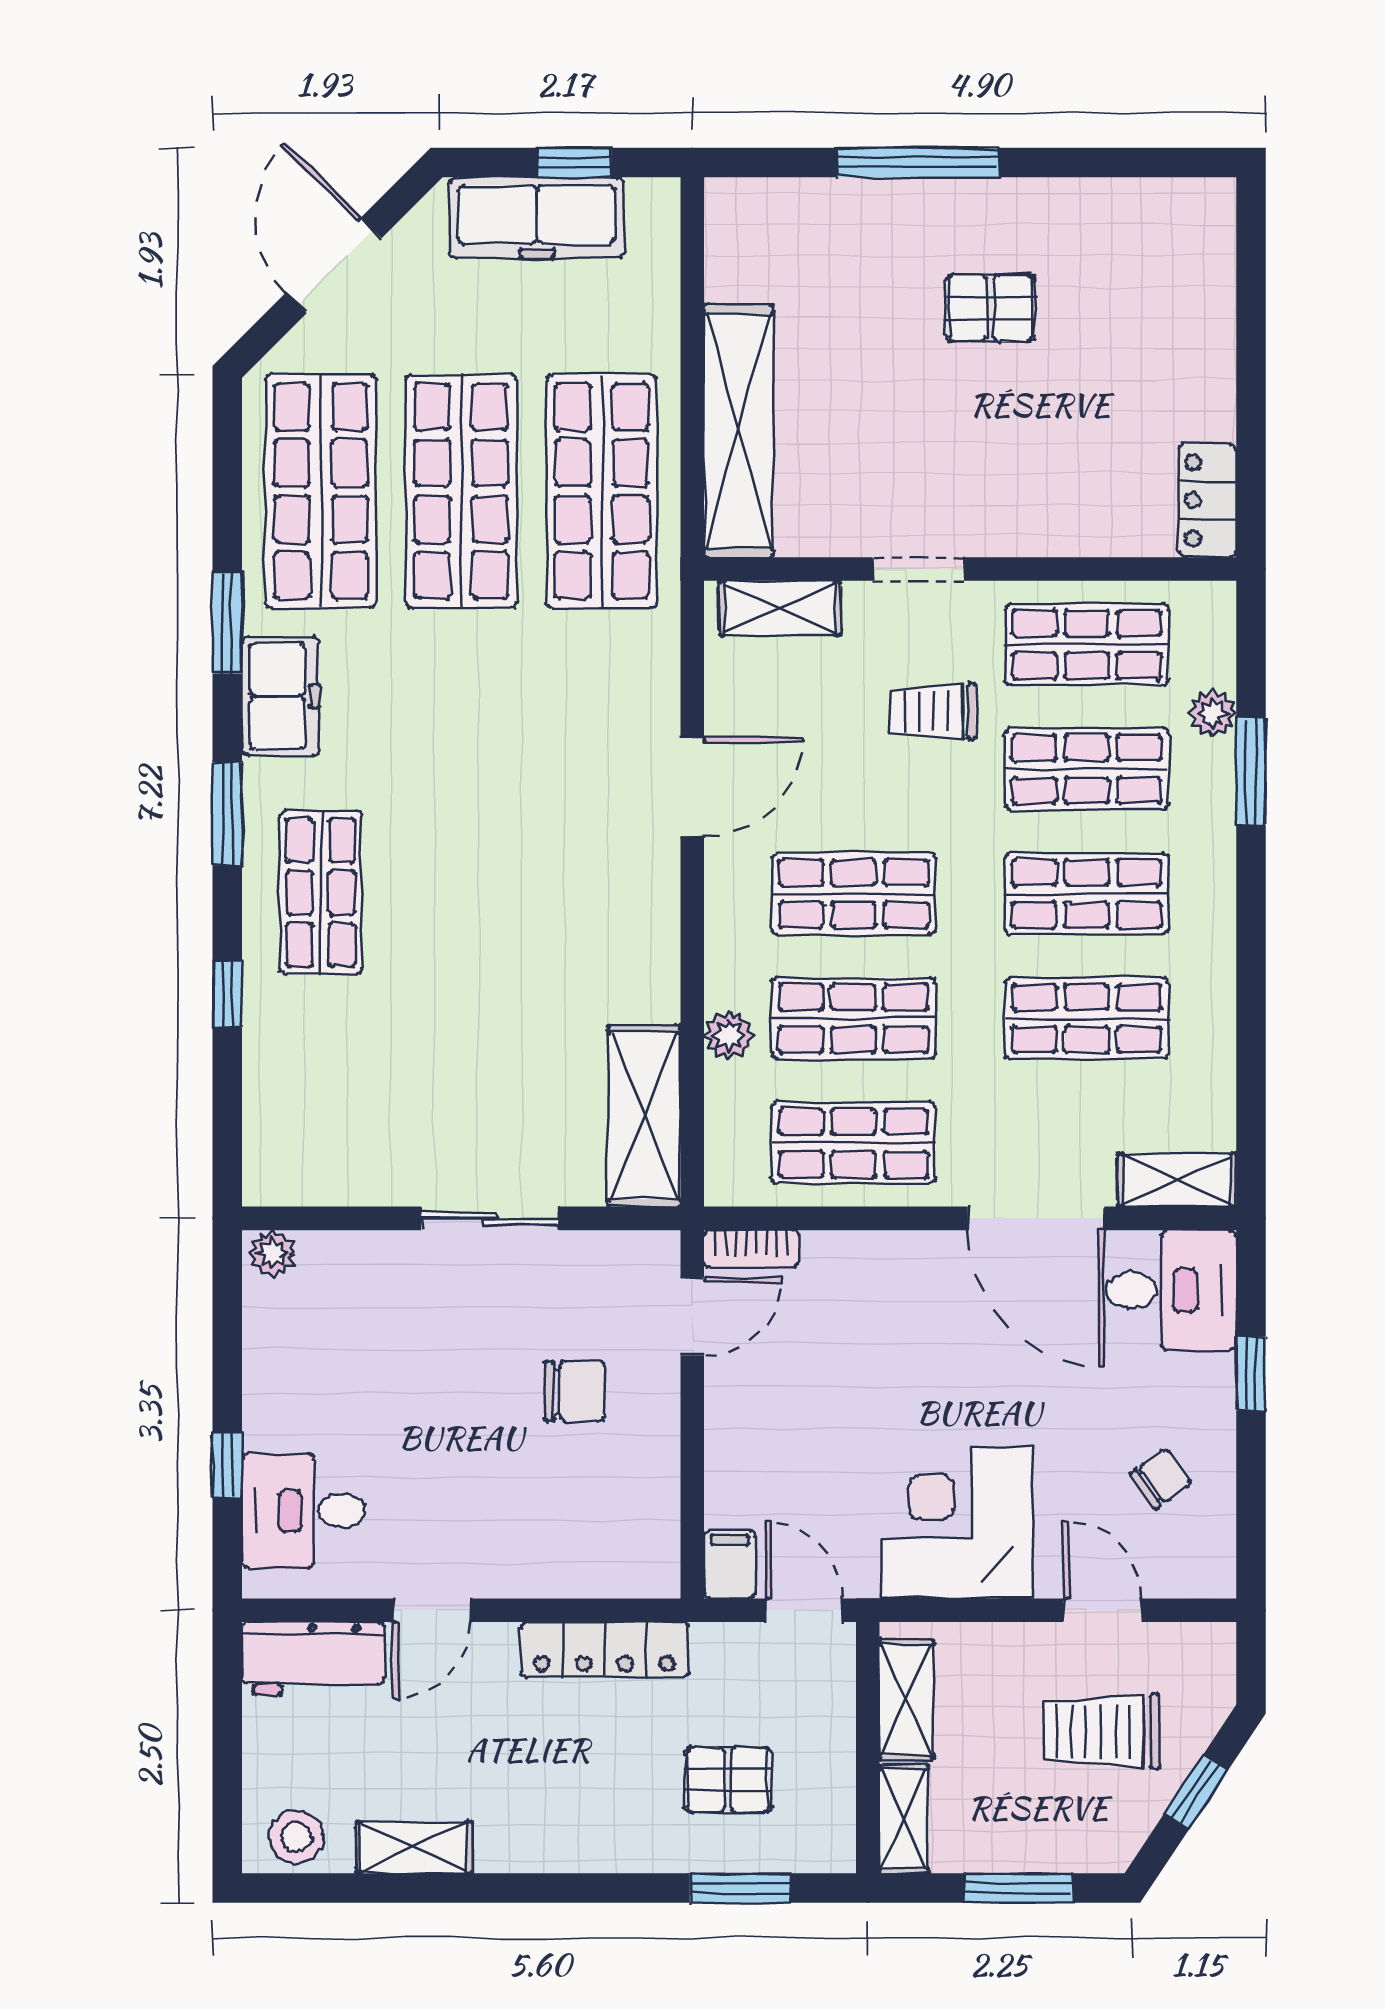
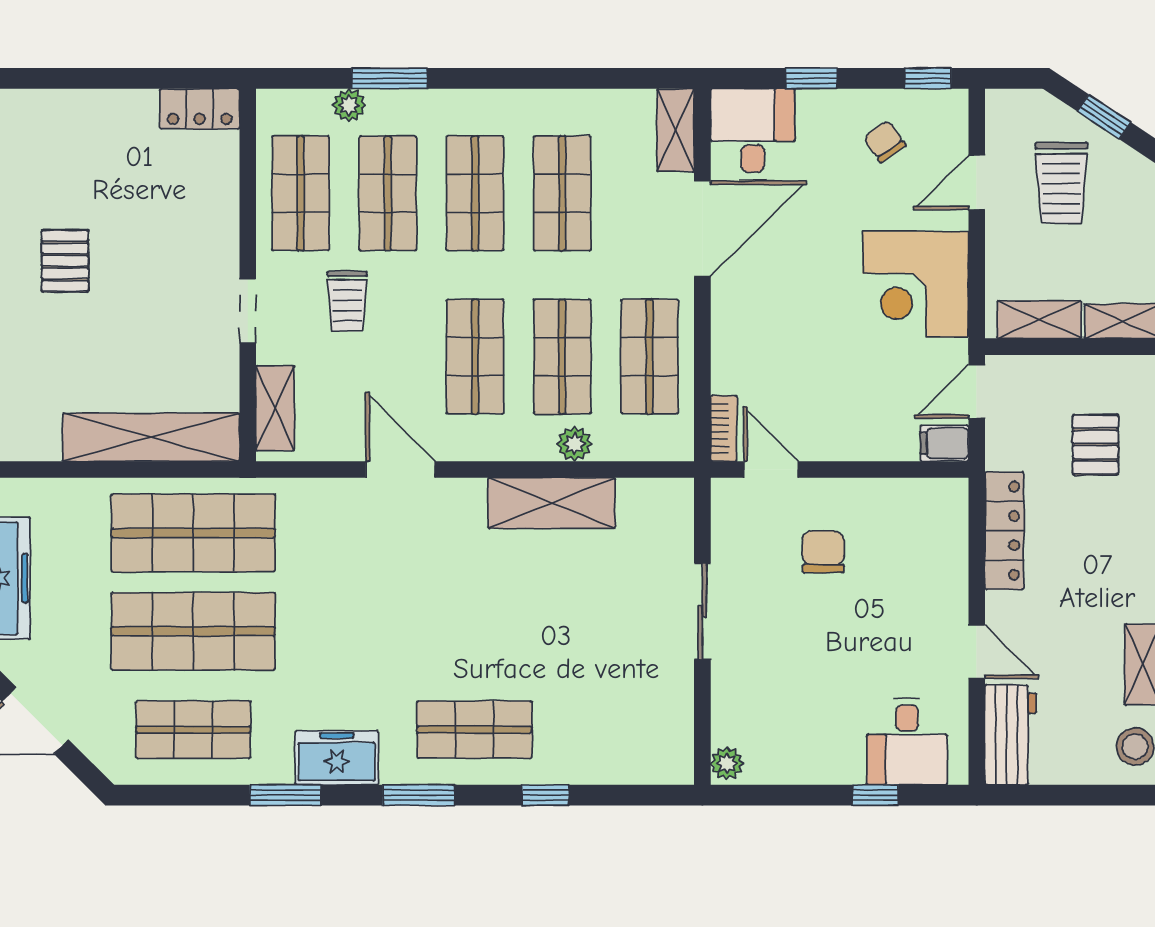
shop shelf: (321, 491) -> (193, 730), width x0.70, depth x0.74
shelving: (644, 1116) -> (552, 503), moved
window: (1251, 1540) -> (928, 78), added

